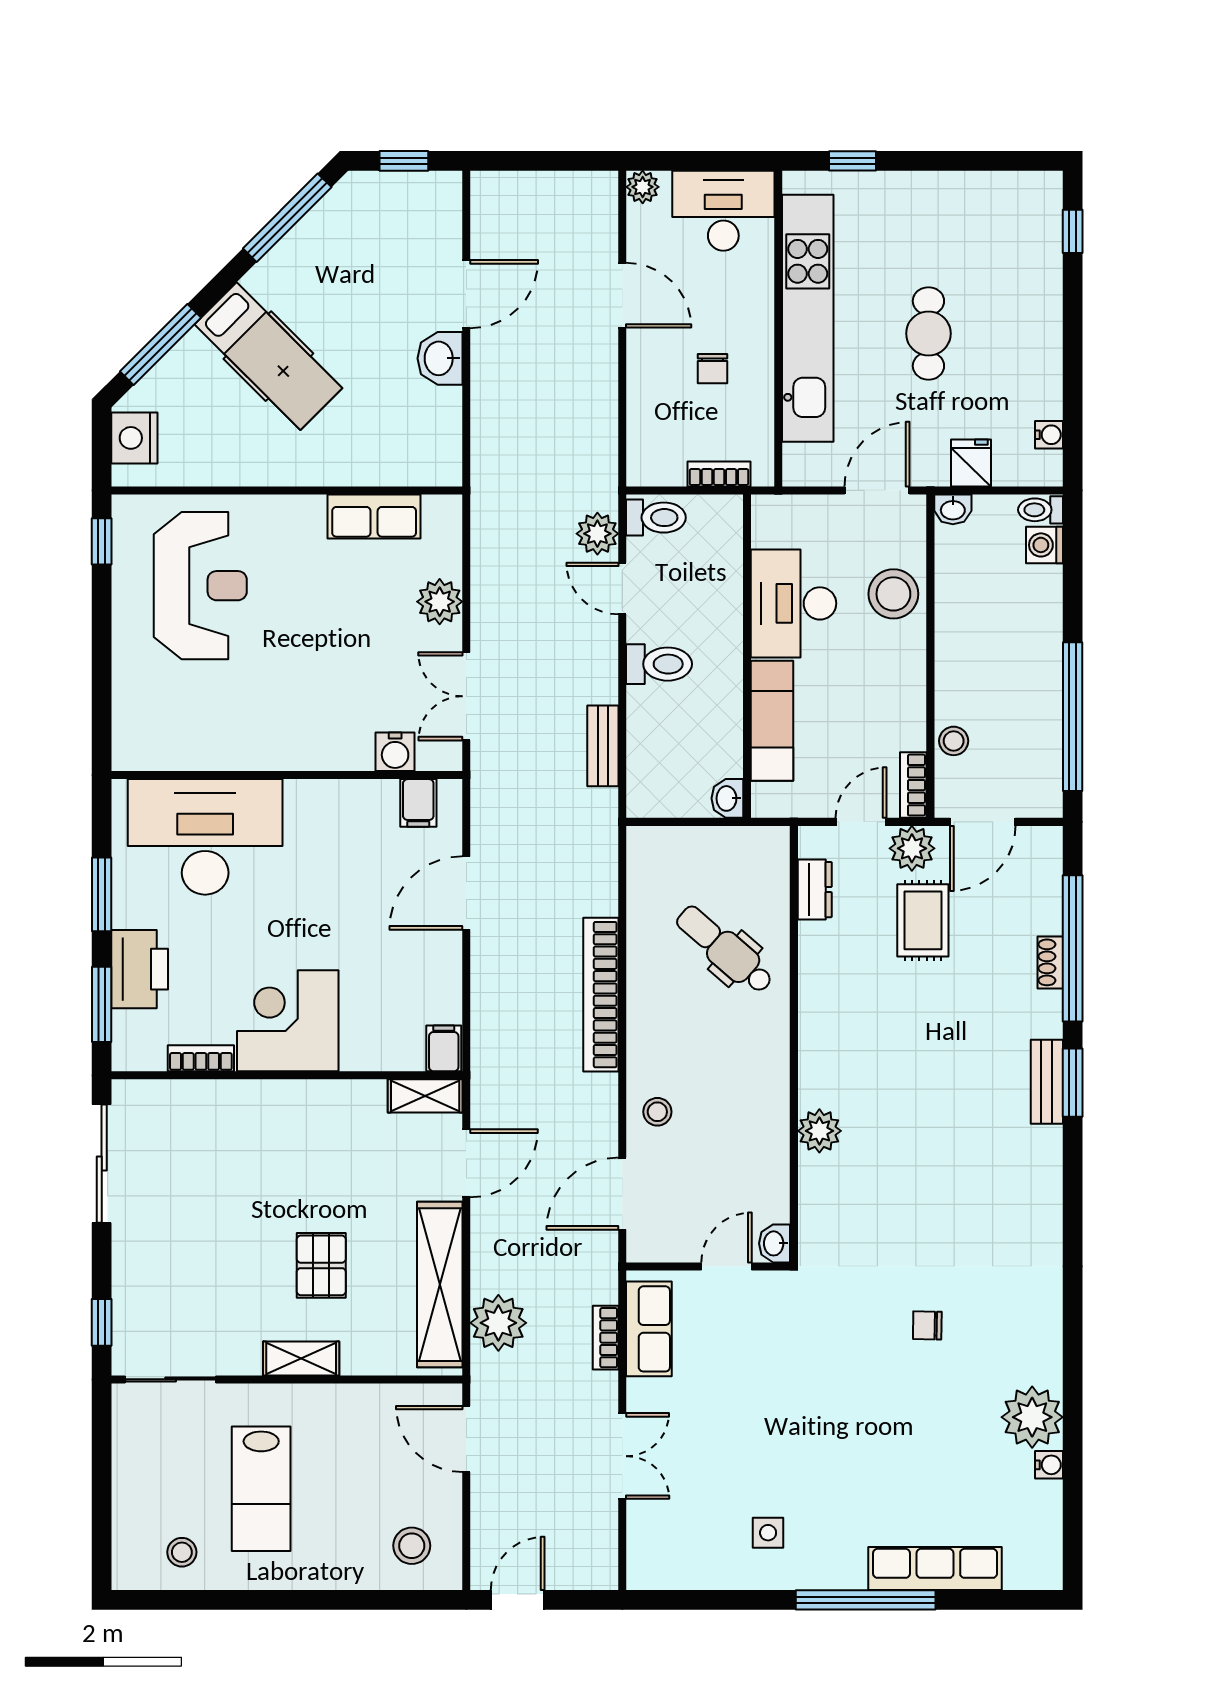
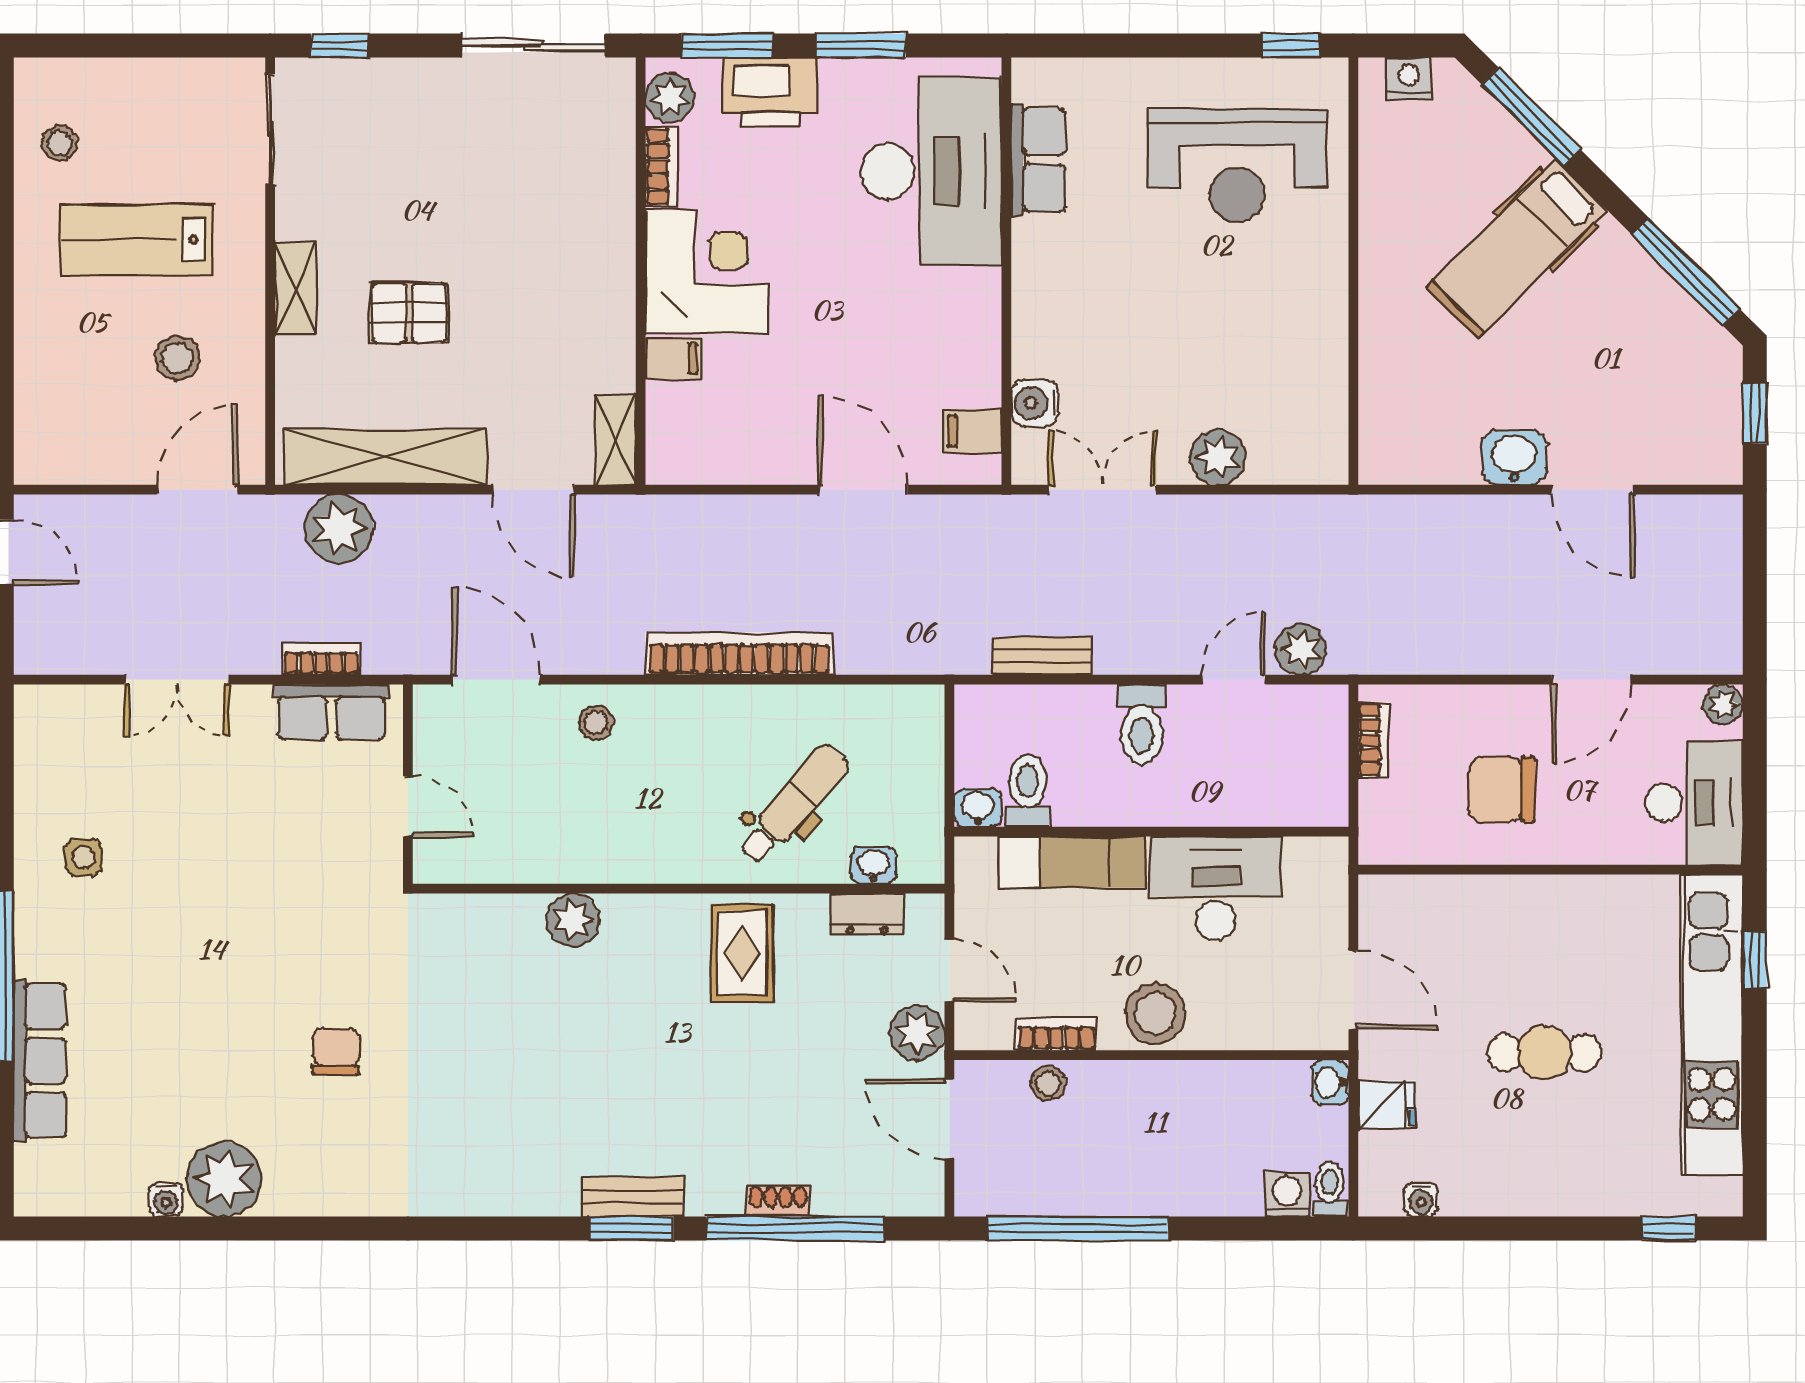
kitchen unit: (808, 318) -> (1712, 1025), moved, turned 90
chair: (713, 369) -> (1502, 790), width x1.87, depth x1.87
nightstand: (134, 438) -> (1409, 78), width x0.74, depth x0.75
bookcase: (719, 474) -> (1373, 740), moved
row of seats: (374, 517) -> (1038, 160), moved, turned 180
toilet: (656, 518) -> (1028, 791), moved, turned 180
stool: (893, 594) -> (1155, 1013), moved
bookcase: (913, 785) -> (1056, 1034), moved
rug: (923, 920) -> (742, 953), moved, turned 90
filing cabinet: (444, 1048) -> (673, 359), moved
plant: (145, 1051) -> (670, 98), added
washbasin: (775, 1243) -> (874, 865), moved
chair: (927, 1325) -> (336, 1051), width x1.37, depth x1.37
stool: (412, 1546) -> (177, 358), moved

